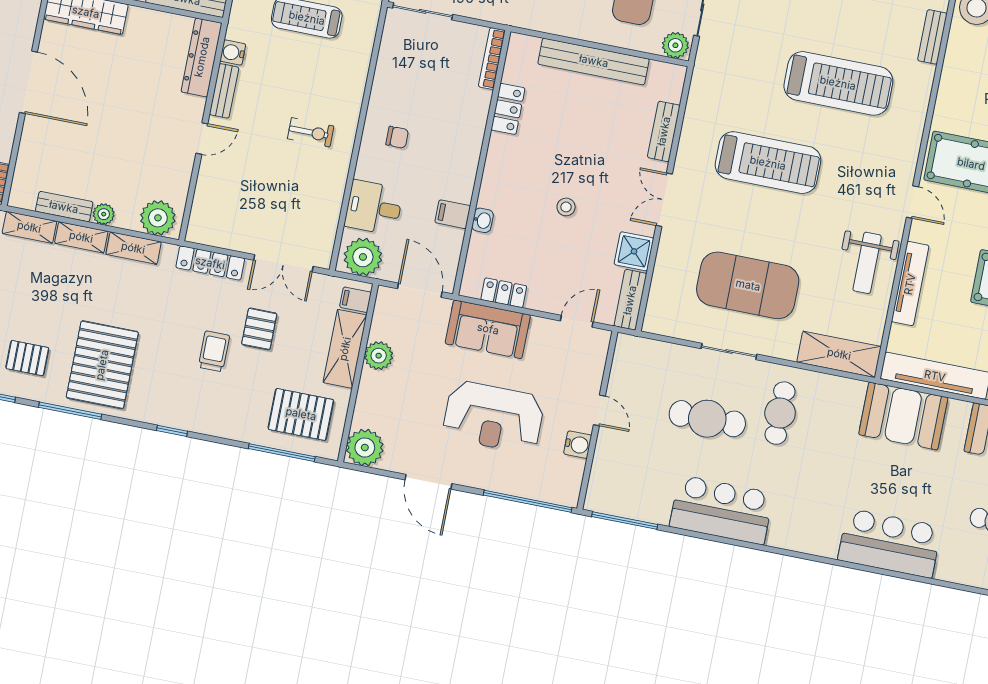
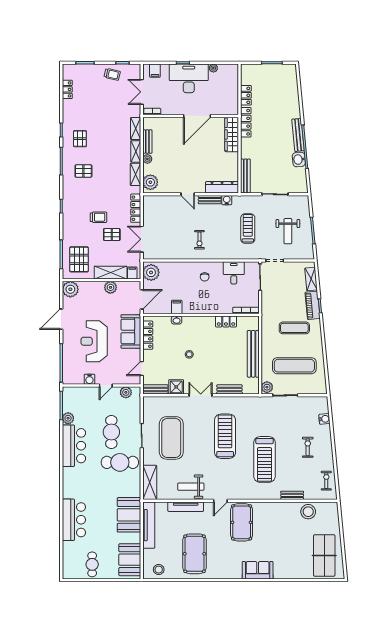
treadmill: (768, 163) -> (225, 436), turned 180
desk: (374, 207) -> (234, 273), moved
locker: (504, 293) -> (148, 335), width x1.53
door: (577, 321) -> (142, 369), swing flipped
pallet: (102, 365) -> (83, 171), width x0.49, depth x0.50
plant: (624, 368) -> (126, 392), added
cafe table: (780, 413) -> (120, 462), width x1.37, depth x1.35
plant: (657, 511) -> (68, 418), added

